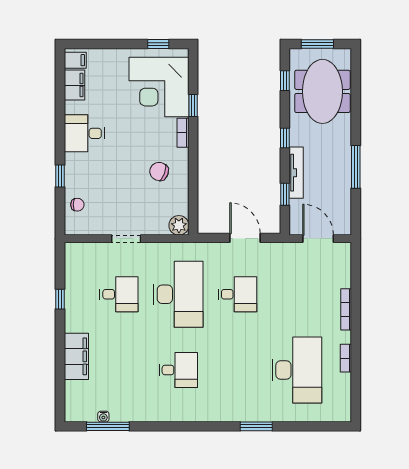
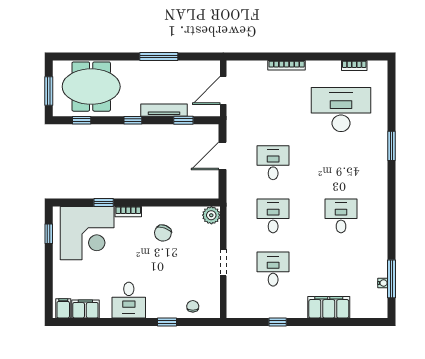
desk: (178, 294) -> (273, 216), width x0.53, depth x0.77
bookcase: (346, 358) -> (354, 66), moved

